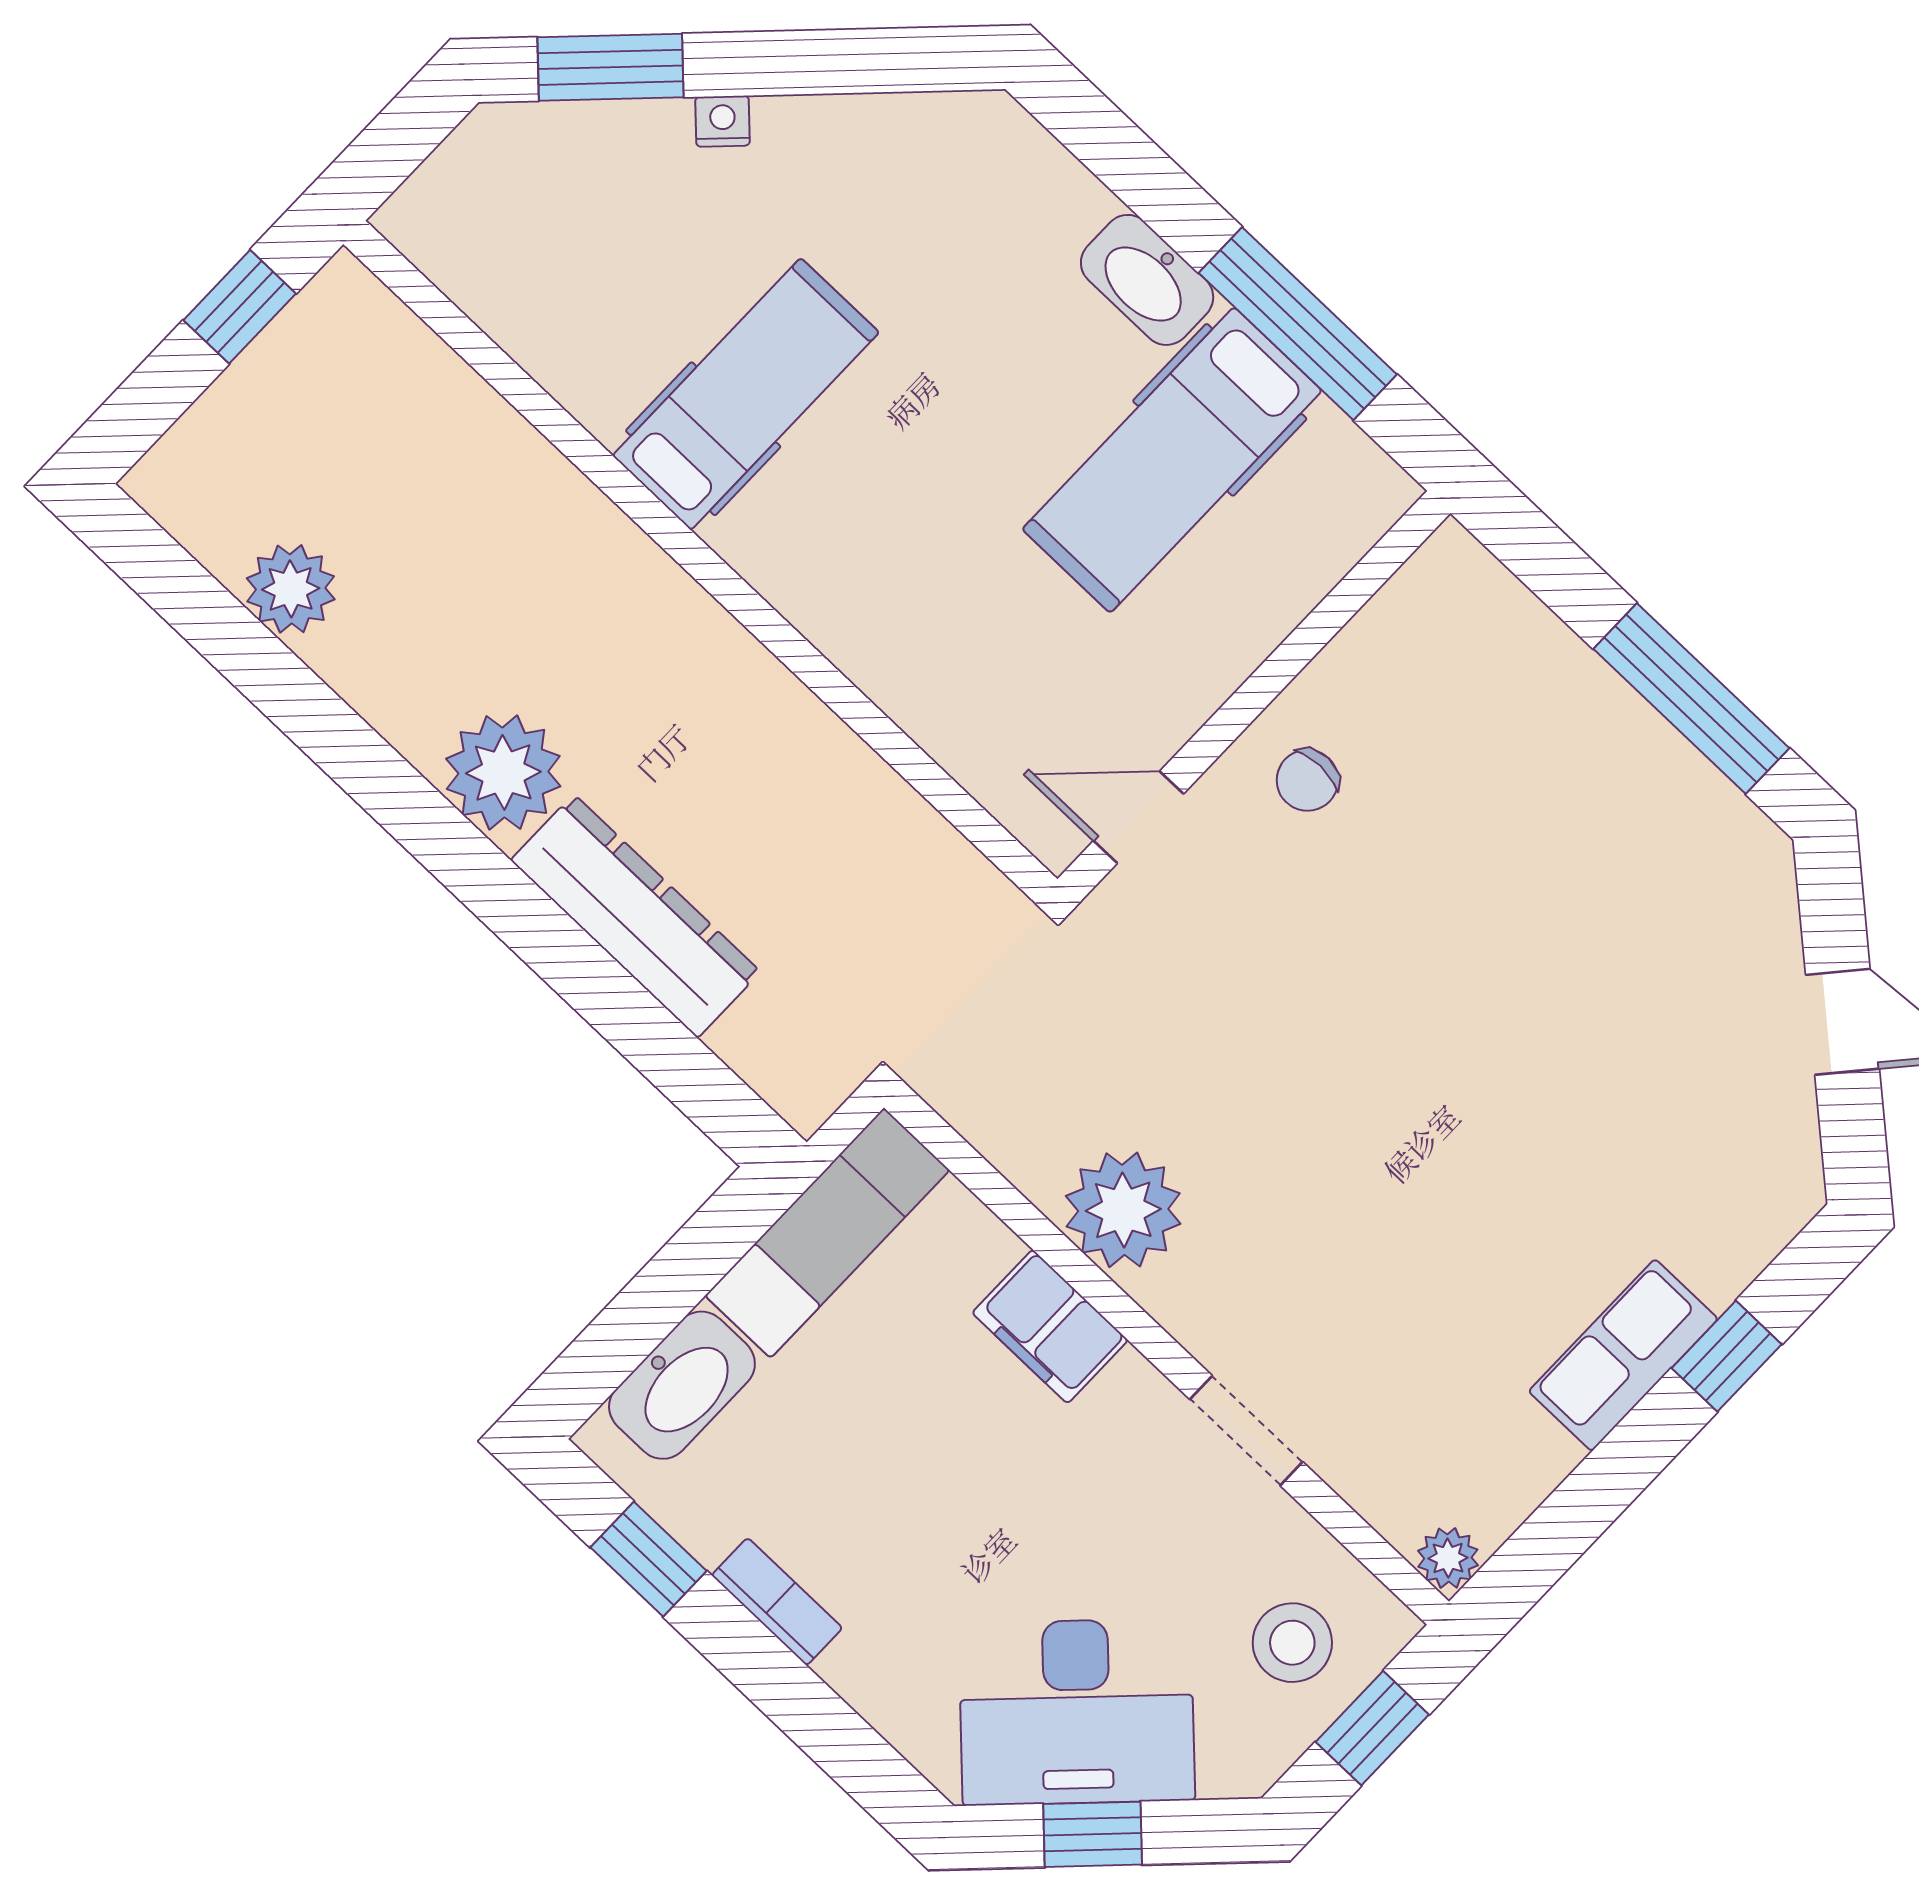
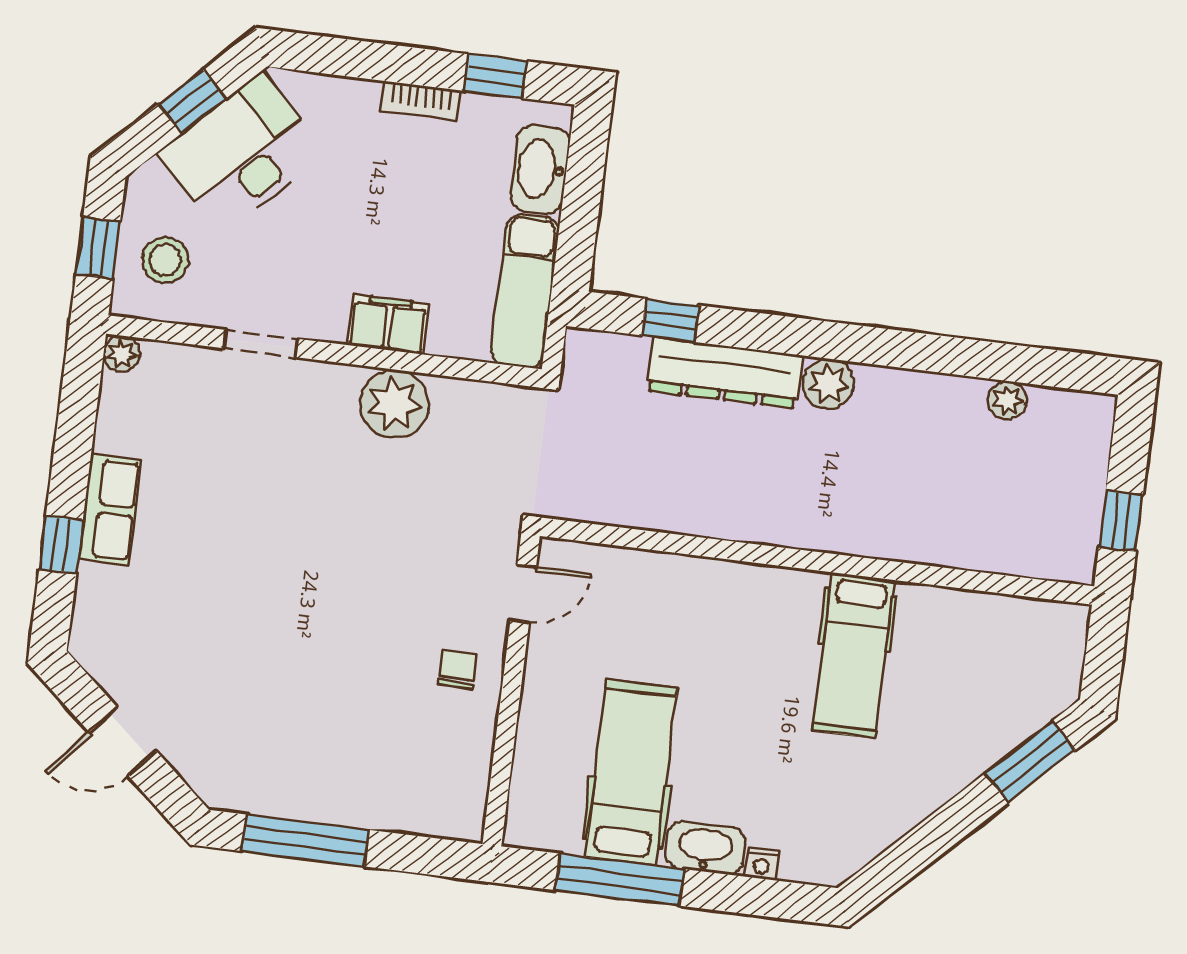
nightstand: (723, 121) -> (762, 864), moved, turned 45
plant: (291, 589) -> (1007, 400), width x0.73, depth x0.73
plant: (503, 772) -> (828, 384), width x0.73, depth x0.73
window: (657, 1044) -> (670, 320), added

